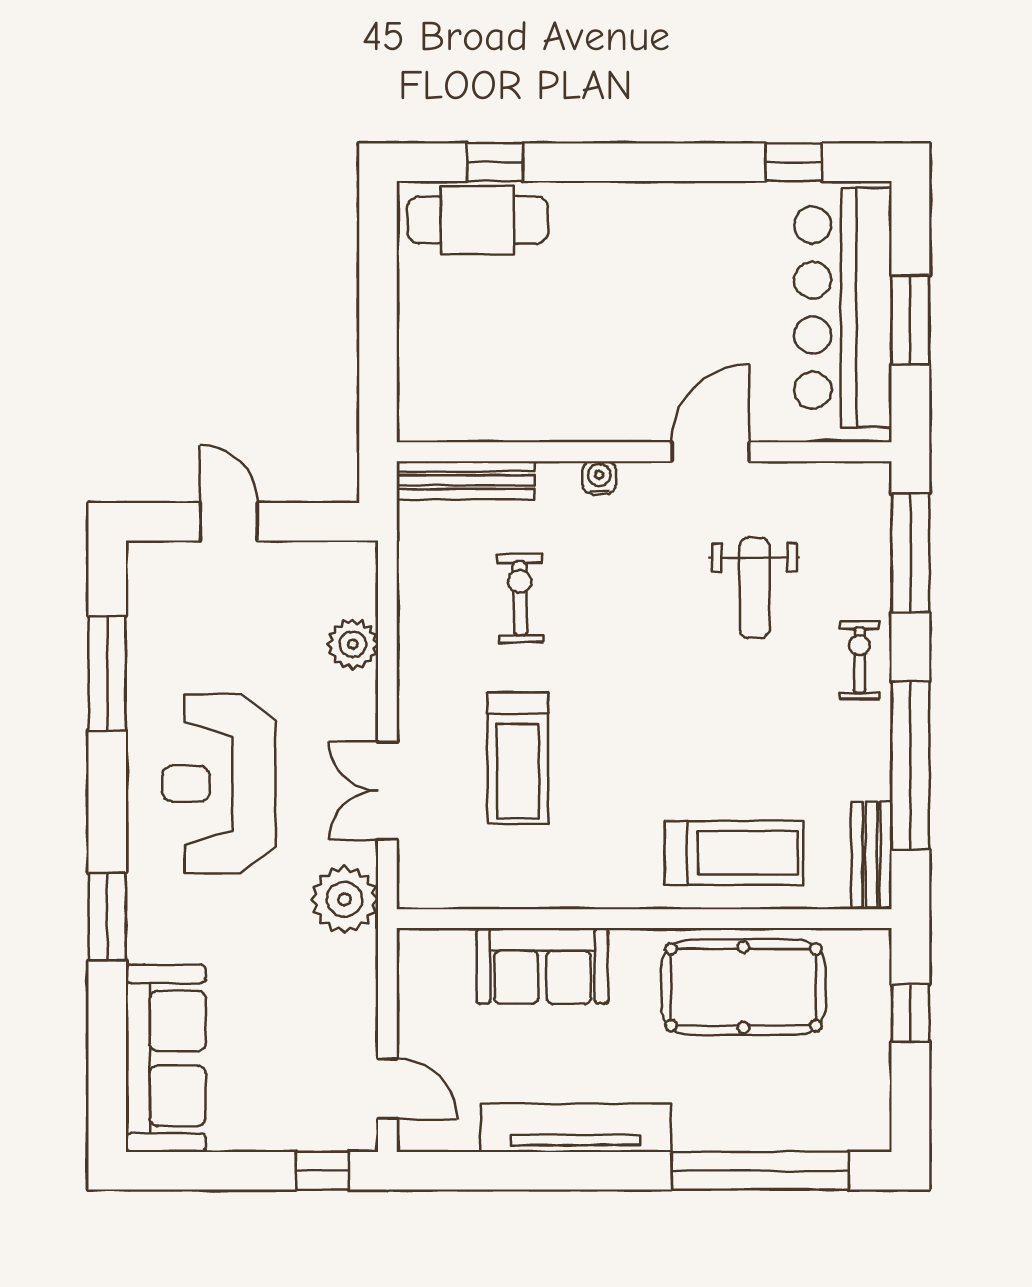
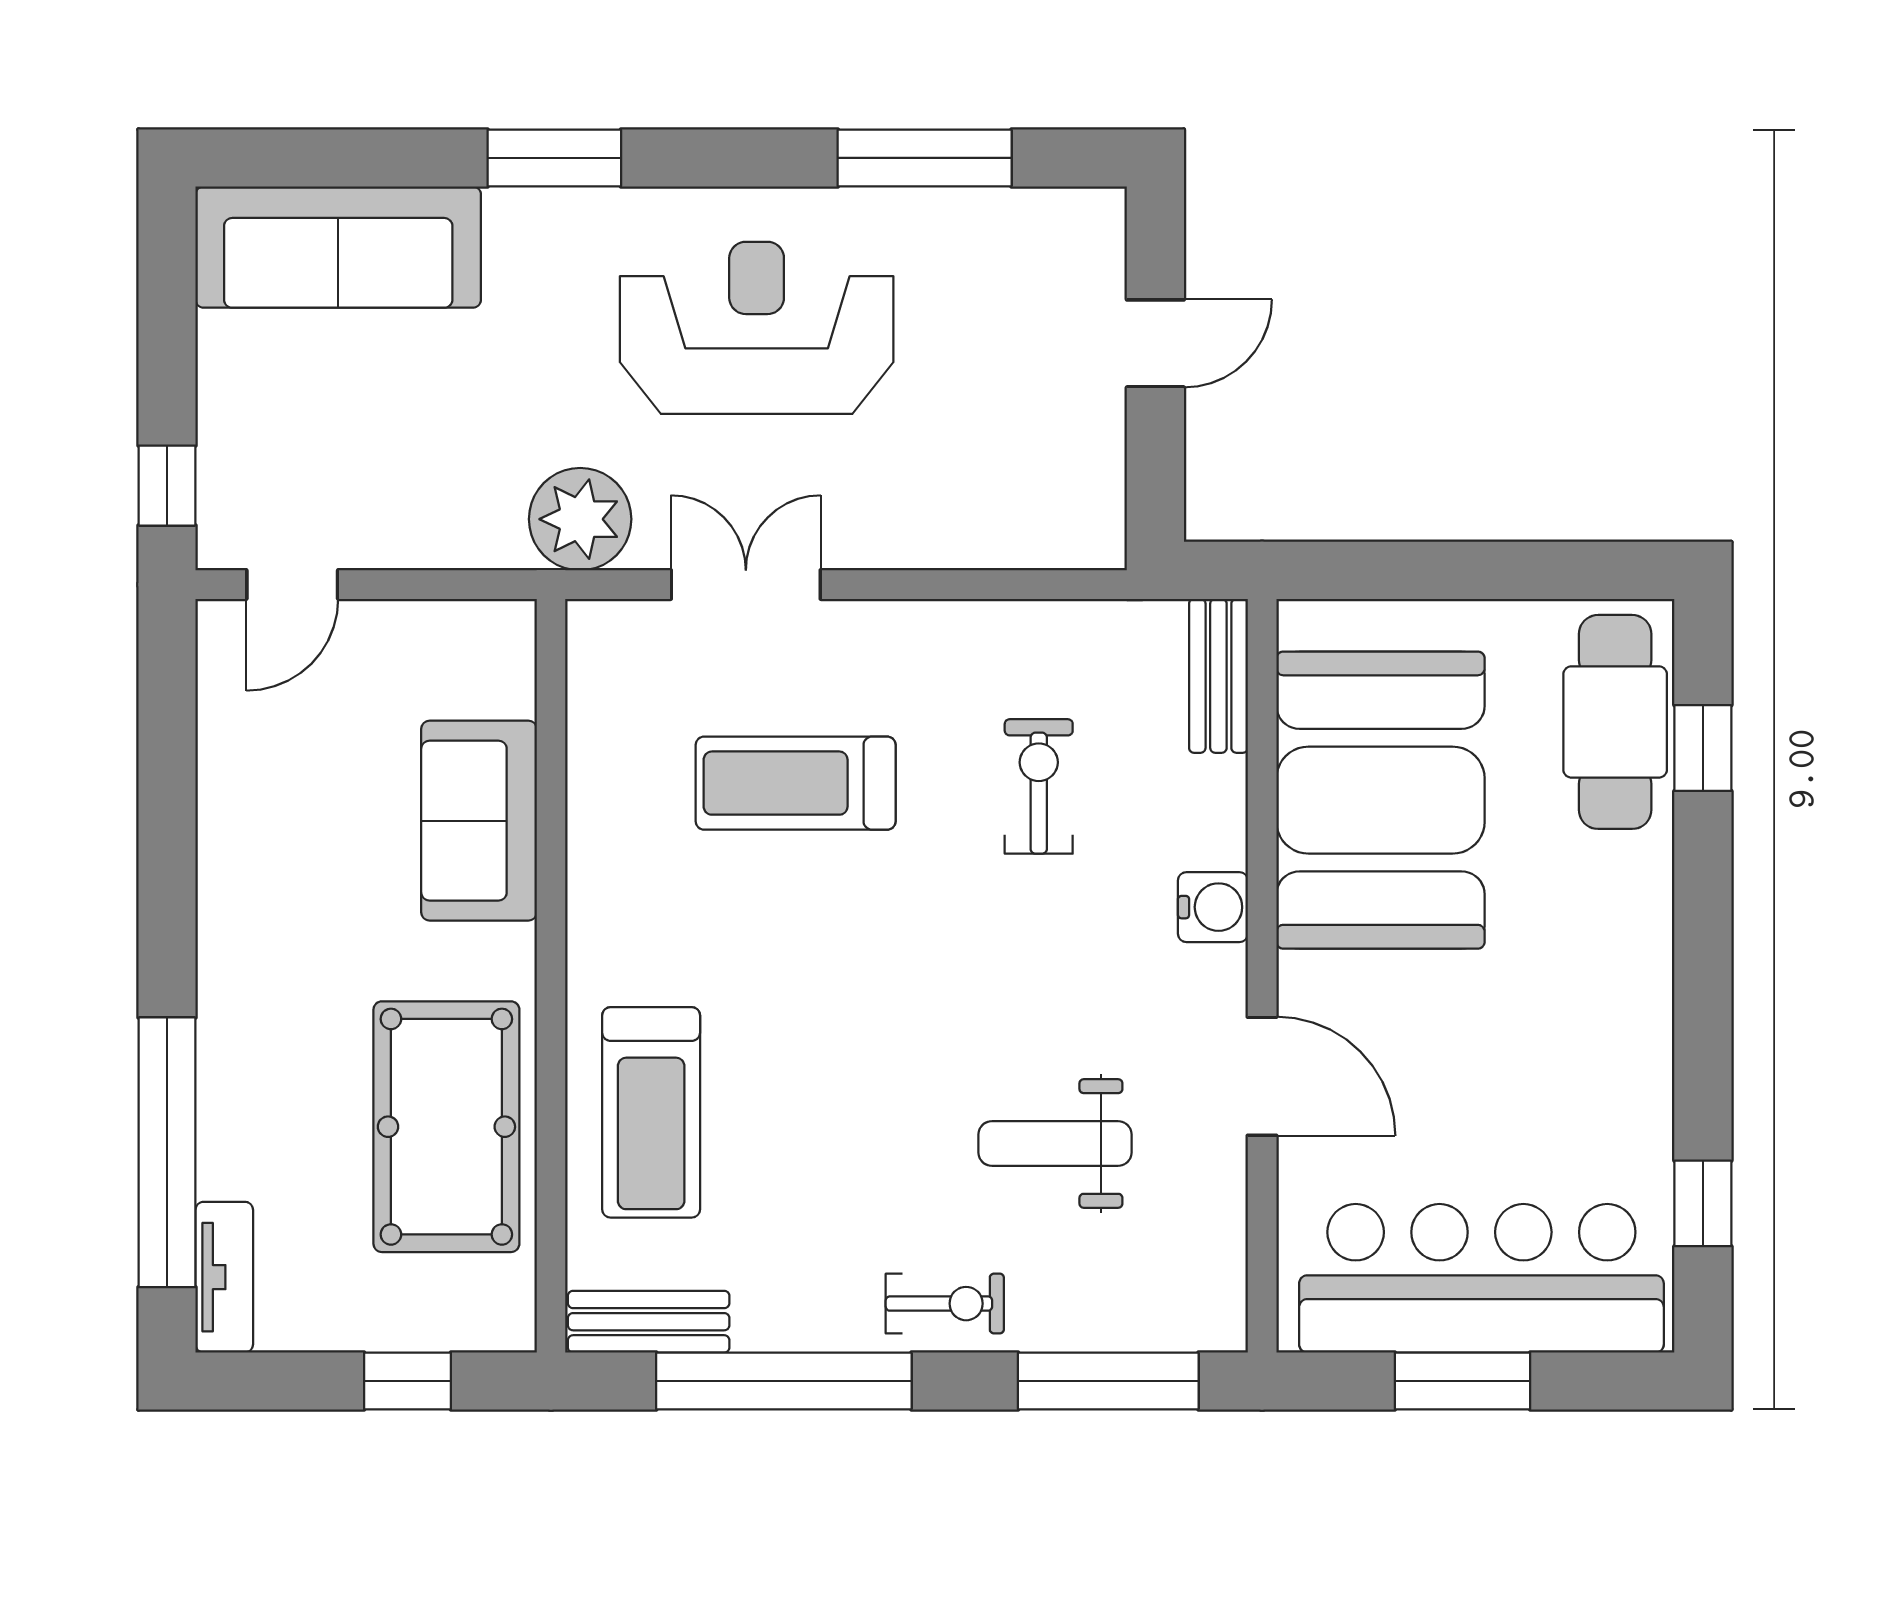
booth: (529, 374) -> (1380, 800), added
water cooler: (599, 478) -> (1213, 907), width x1.38, depth x1.38
bench: (466, 480) -> (1218, 676), width x0.73
exercise bike: (520, 598) -> (1039, 786), turned -89
plant: (353, 644) -> (969, 532), removed
tv unit: (576, 1128) -> (224, 1277), moved, width x0.52, depth x0.78

